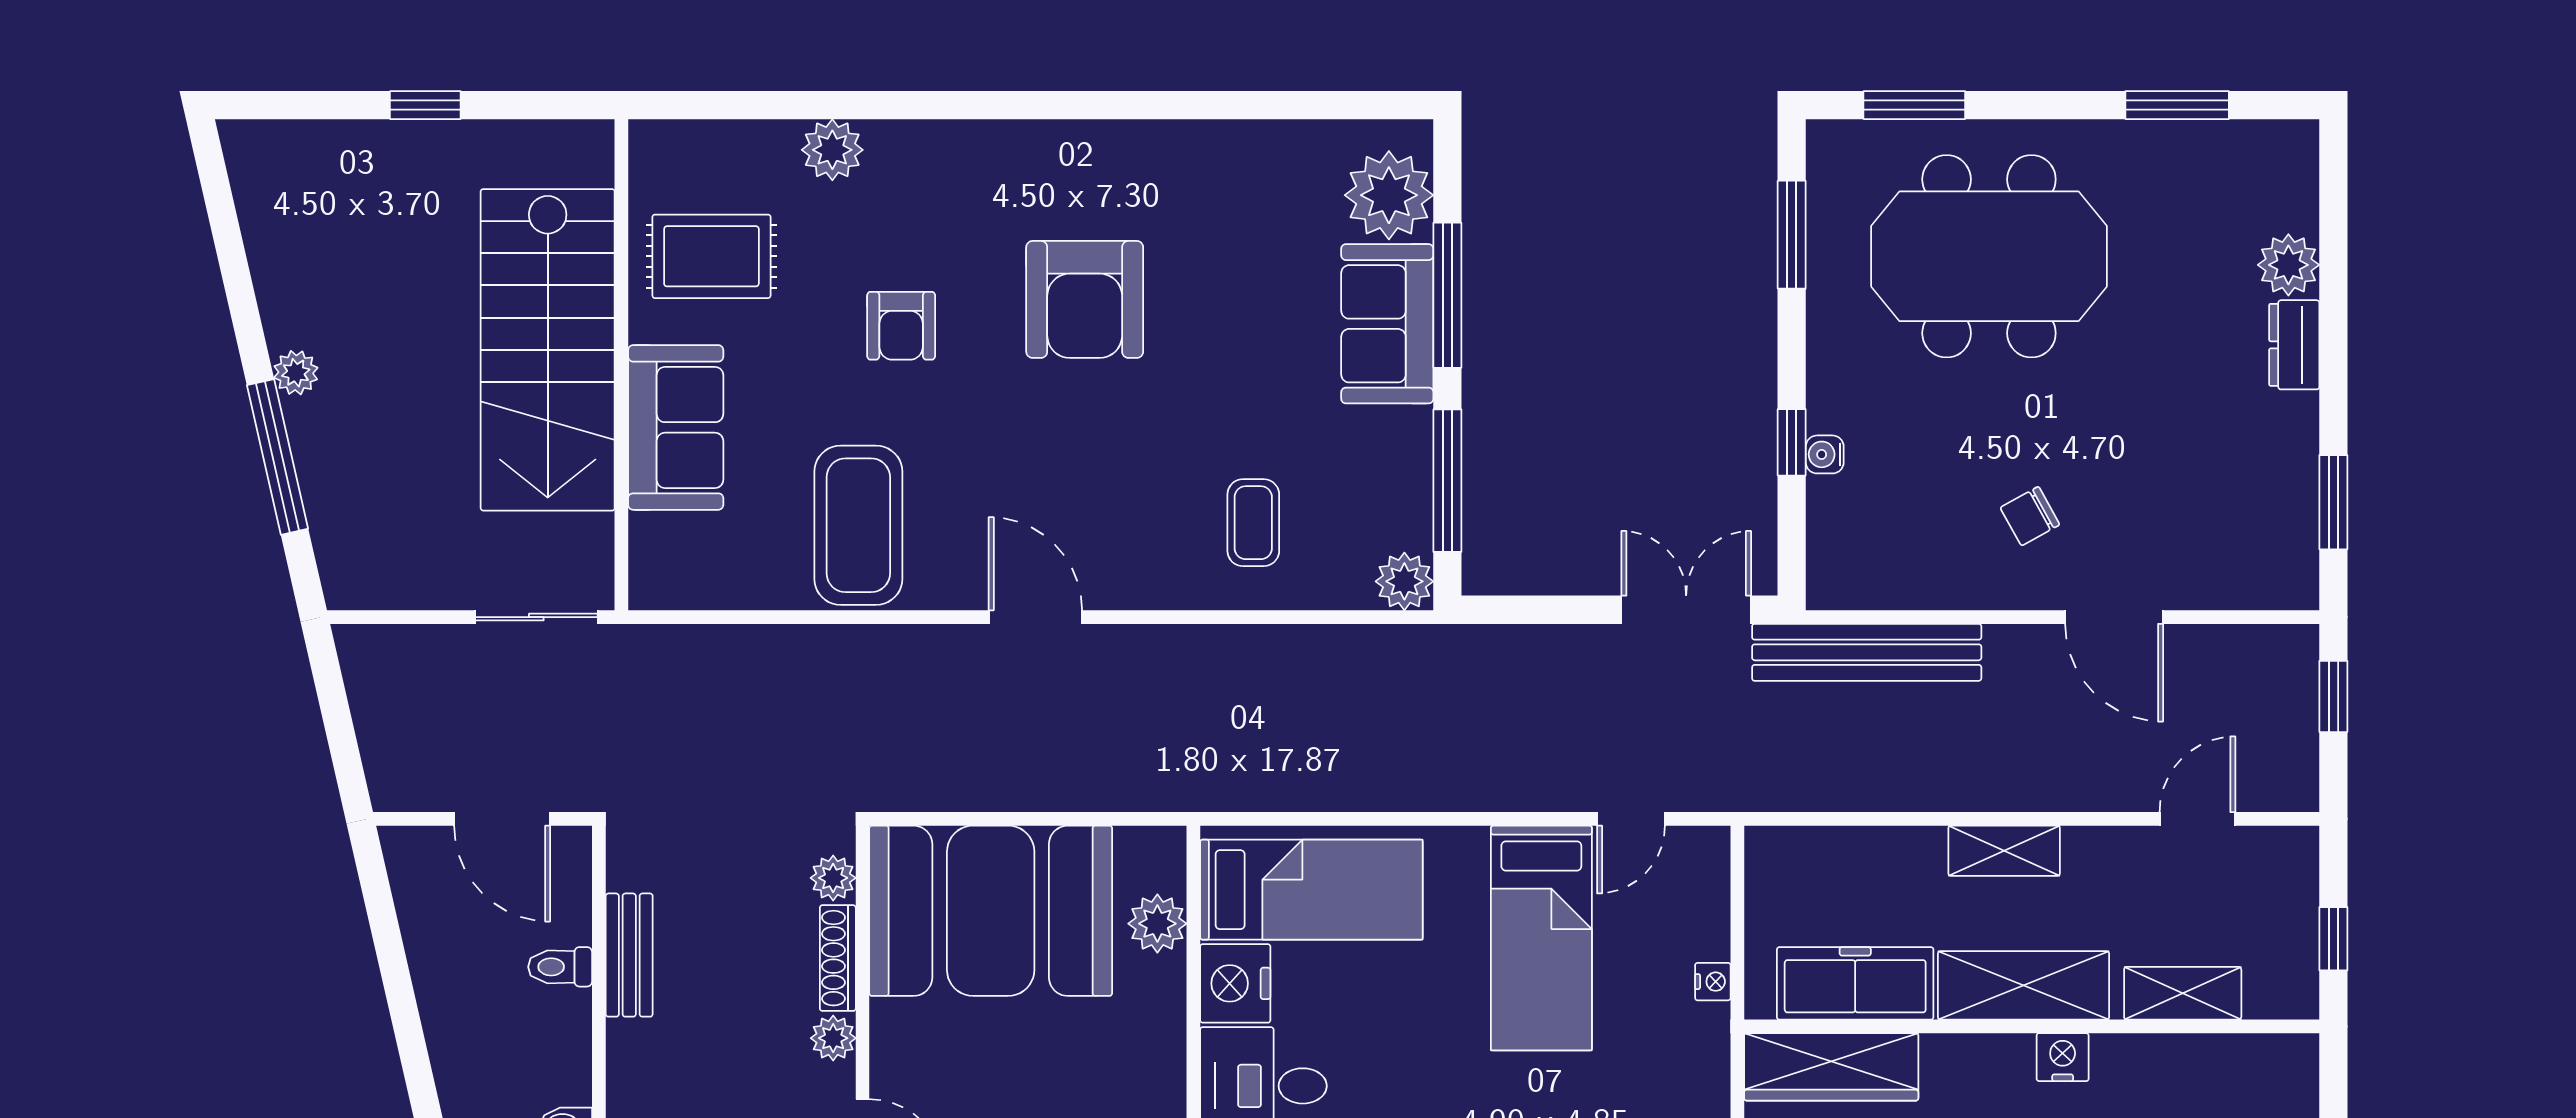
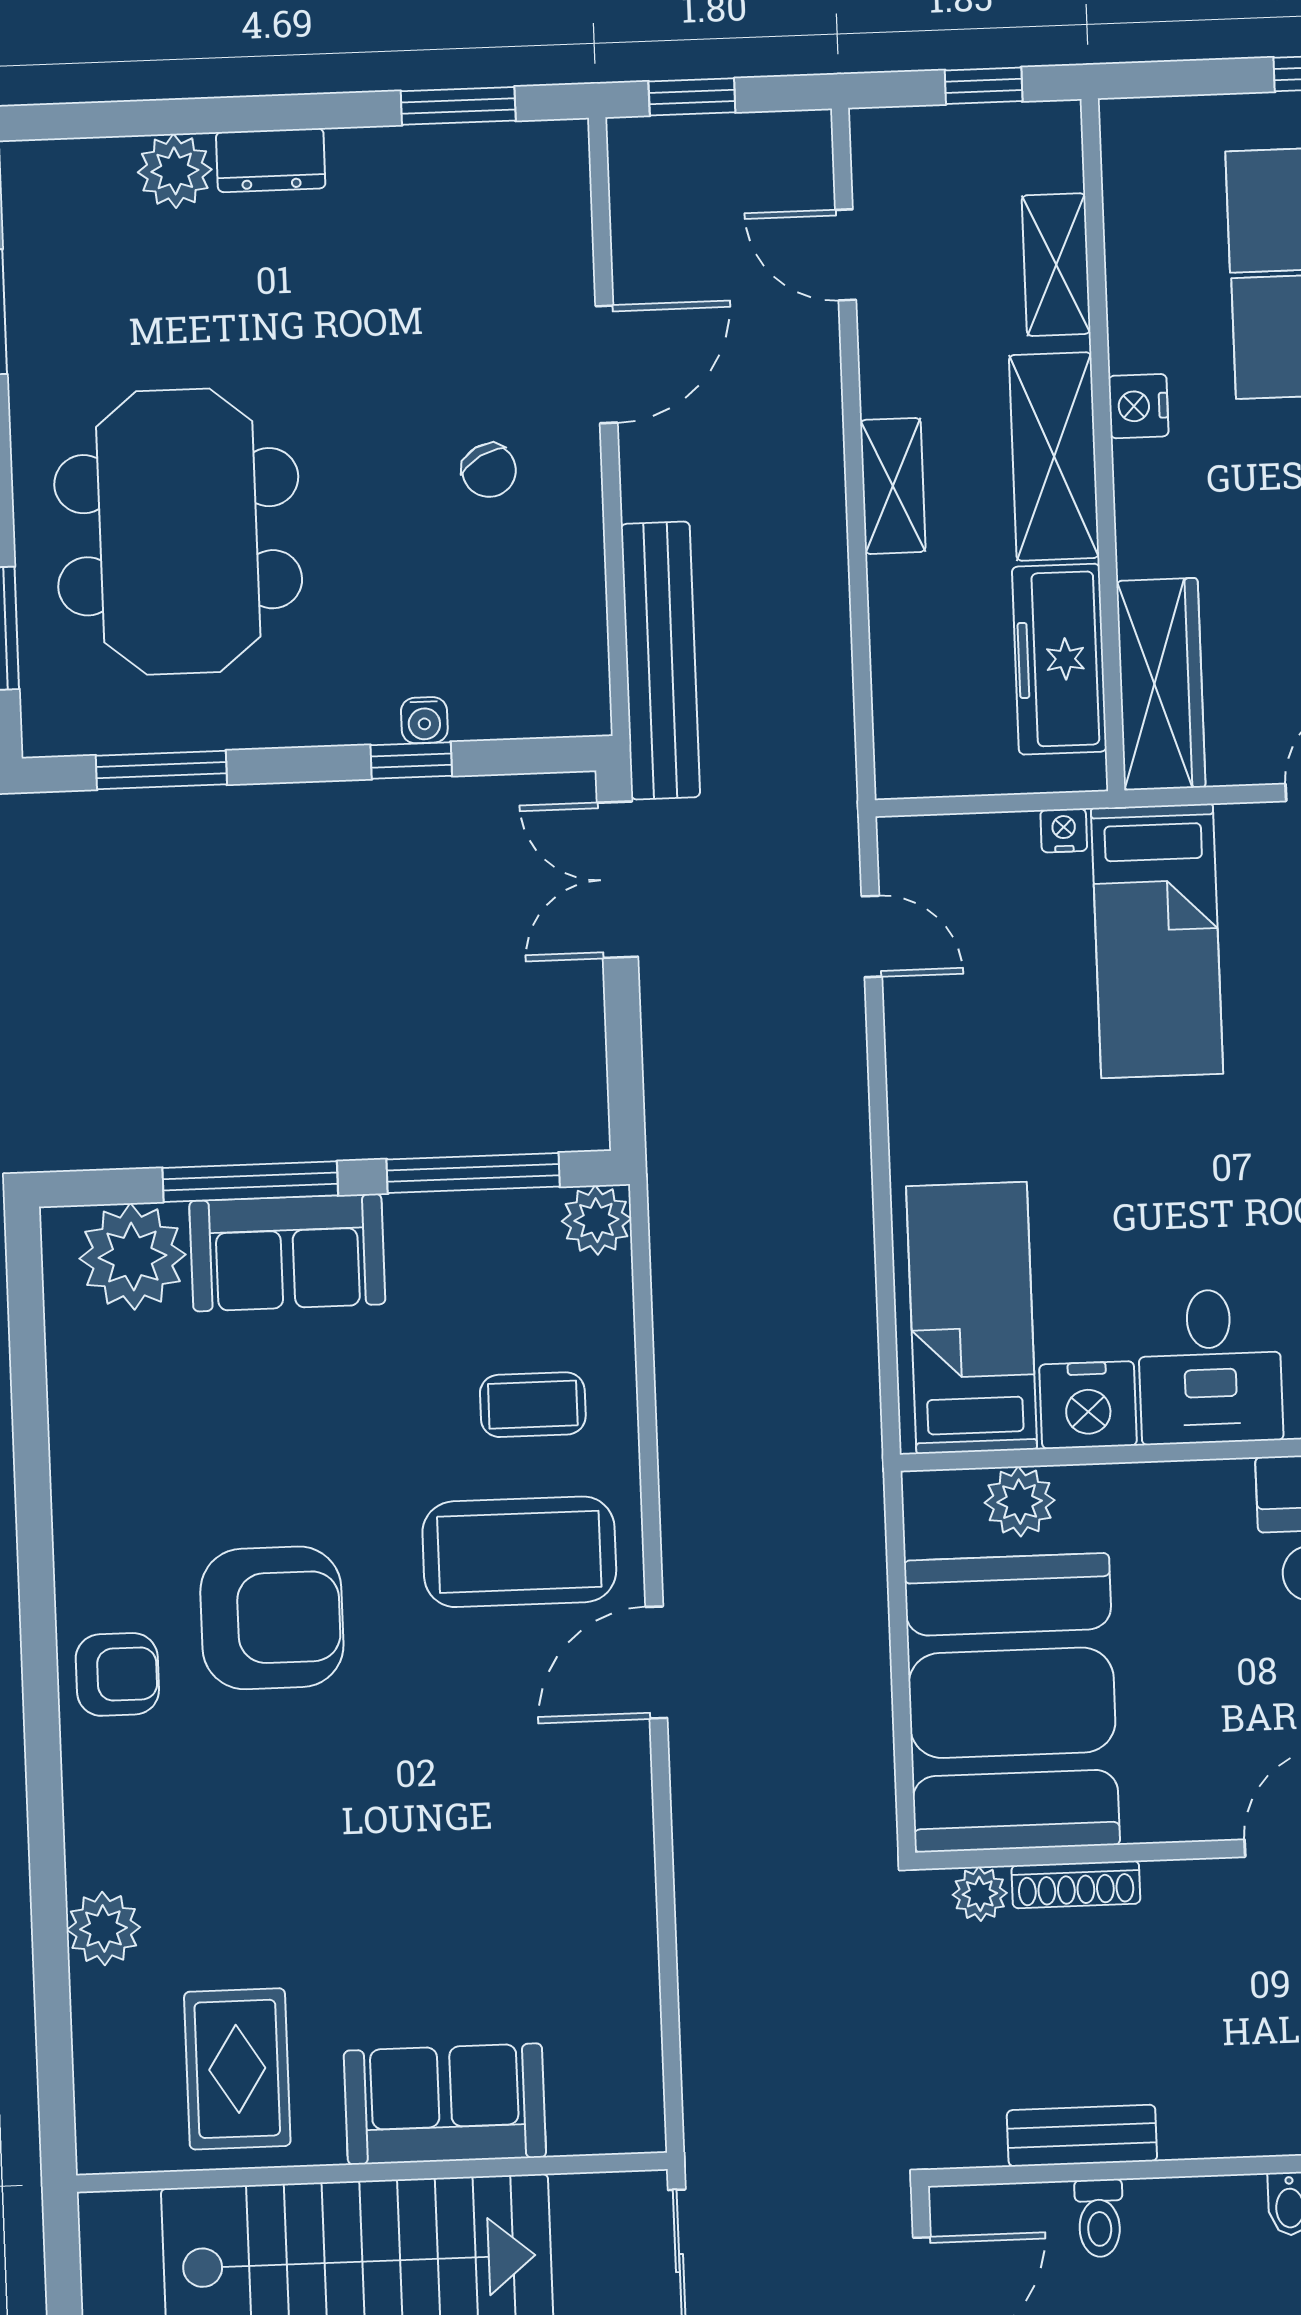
armchair: (901, 326) -> (117, 1674), moved
coffee table: (858, 525) -> (519, 1552), moved
bed: (1541, 938) -> (1157, 941), moved, turned 90
plant: (833, 1038) -> (1172, 1886), removed

